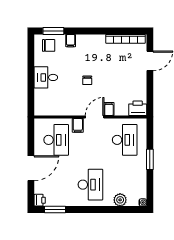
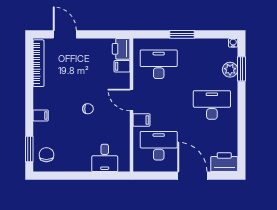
filing cabinet: (71, 41) -> (41, 115), moved
desk: (46, 77) -> (105, 158), moved
filing cabinet: (109, 109) -> (122, 66), moved
printer: (40, 200) -> (224, 162), width x1.87, depth x1.48
window: (55, 210) -> (242, 69), moved

